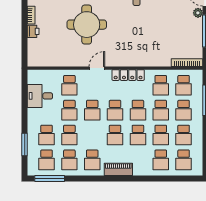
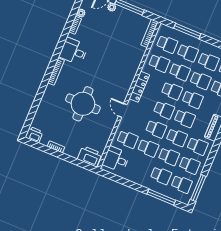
printer: (33, 31) -> (90, 156), moved, width x1.87, depth x1.48
desk: (40, 96) -> (116, 159), moved, turned 90
school desk: (92, 135) -> (177, 137), added
window: (25, 144) -> (161, 197), width x1.44

